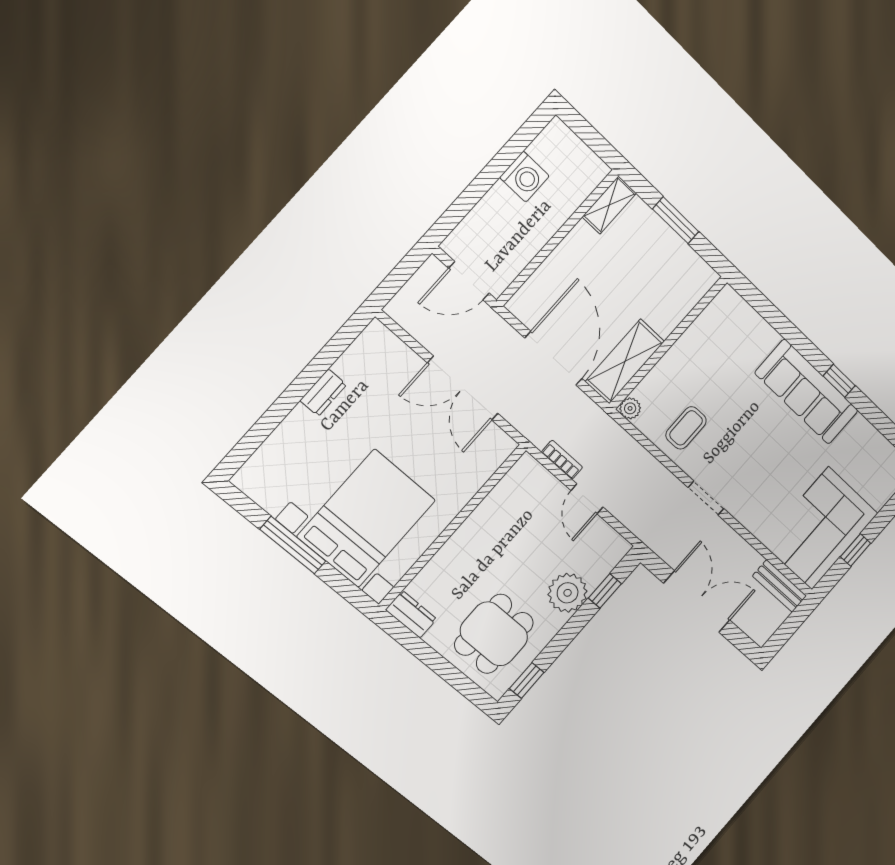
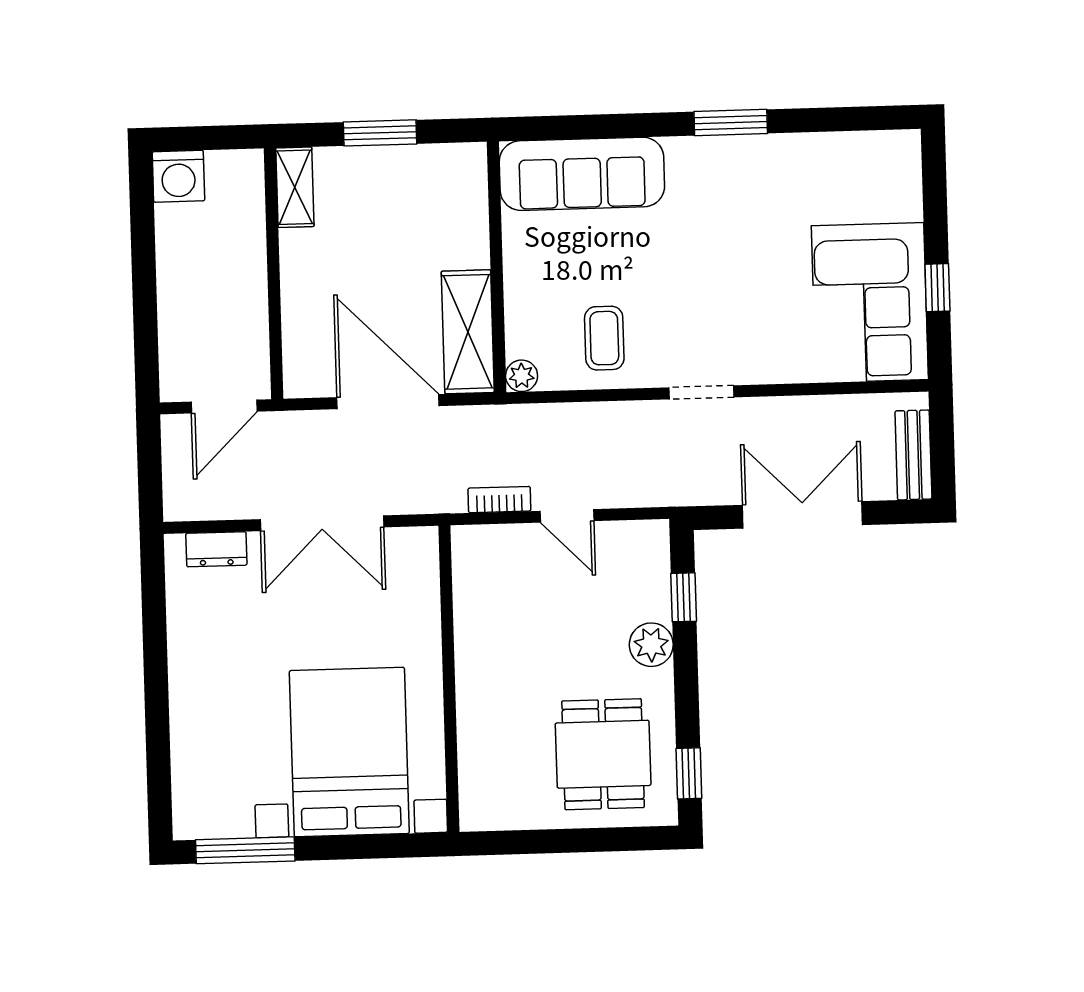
washing machine: (525, 177) -> (178, 176), moved, turned 90
window: (839, 381) -> (731, 122), width x1.50
sofa: (807, 392) -> (582, 174), moved
dresser: (323, 393) -> (216, 549), moved, turned 90
window: (293, 545) -> (245, 850), moved
bench: (780, 586) -> (913, 455), moved, turned 90
plant: (568, 593) -> (651, 645), width x0.73, depth x0.73
dresser: (411, 614) -> (492, 812), removed

